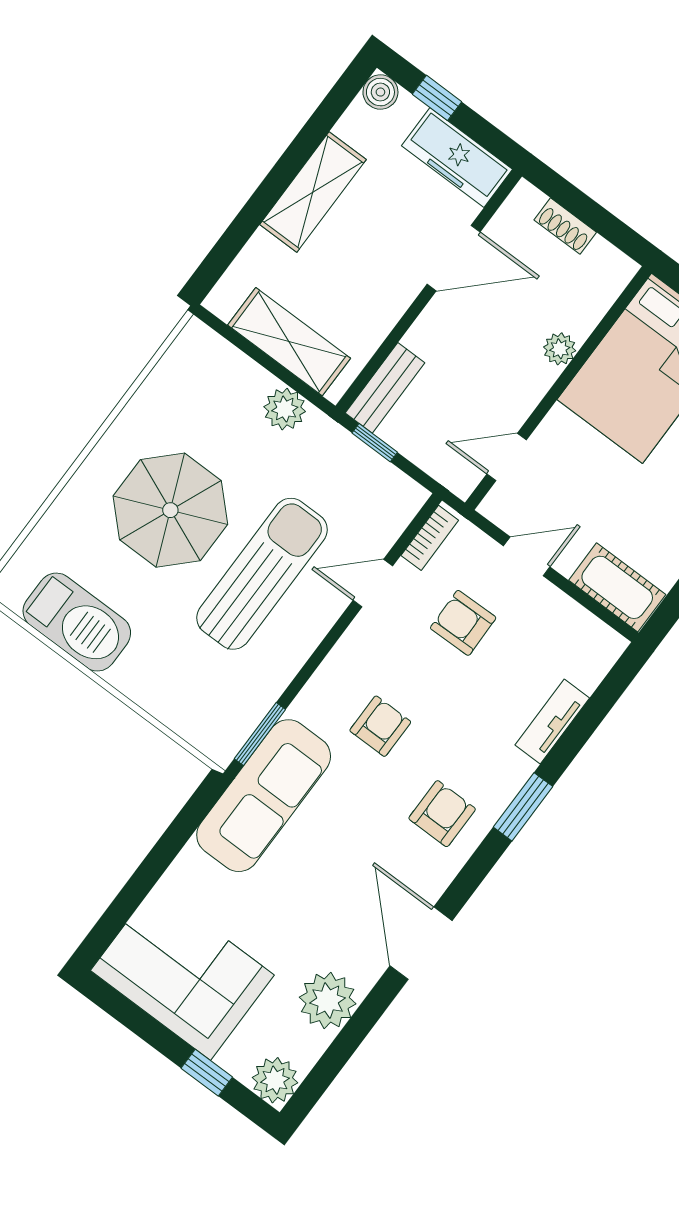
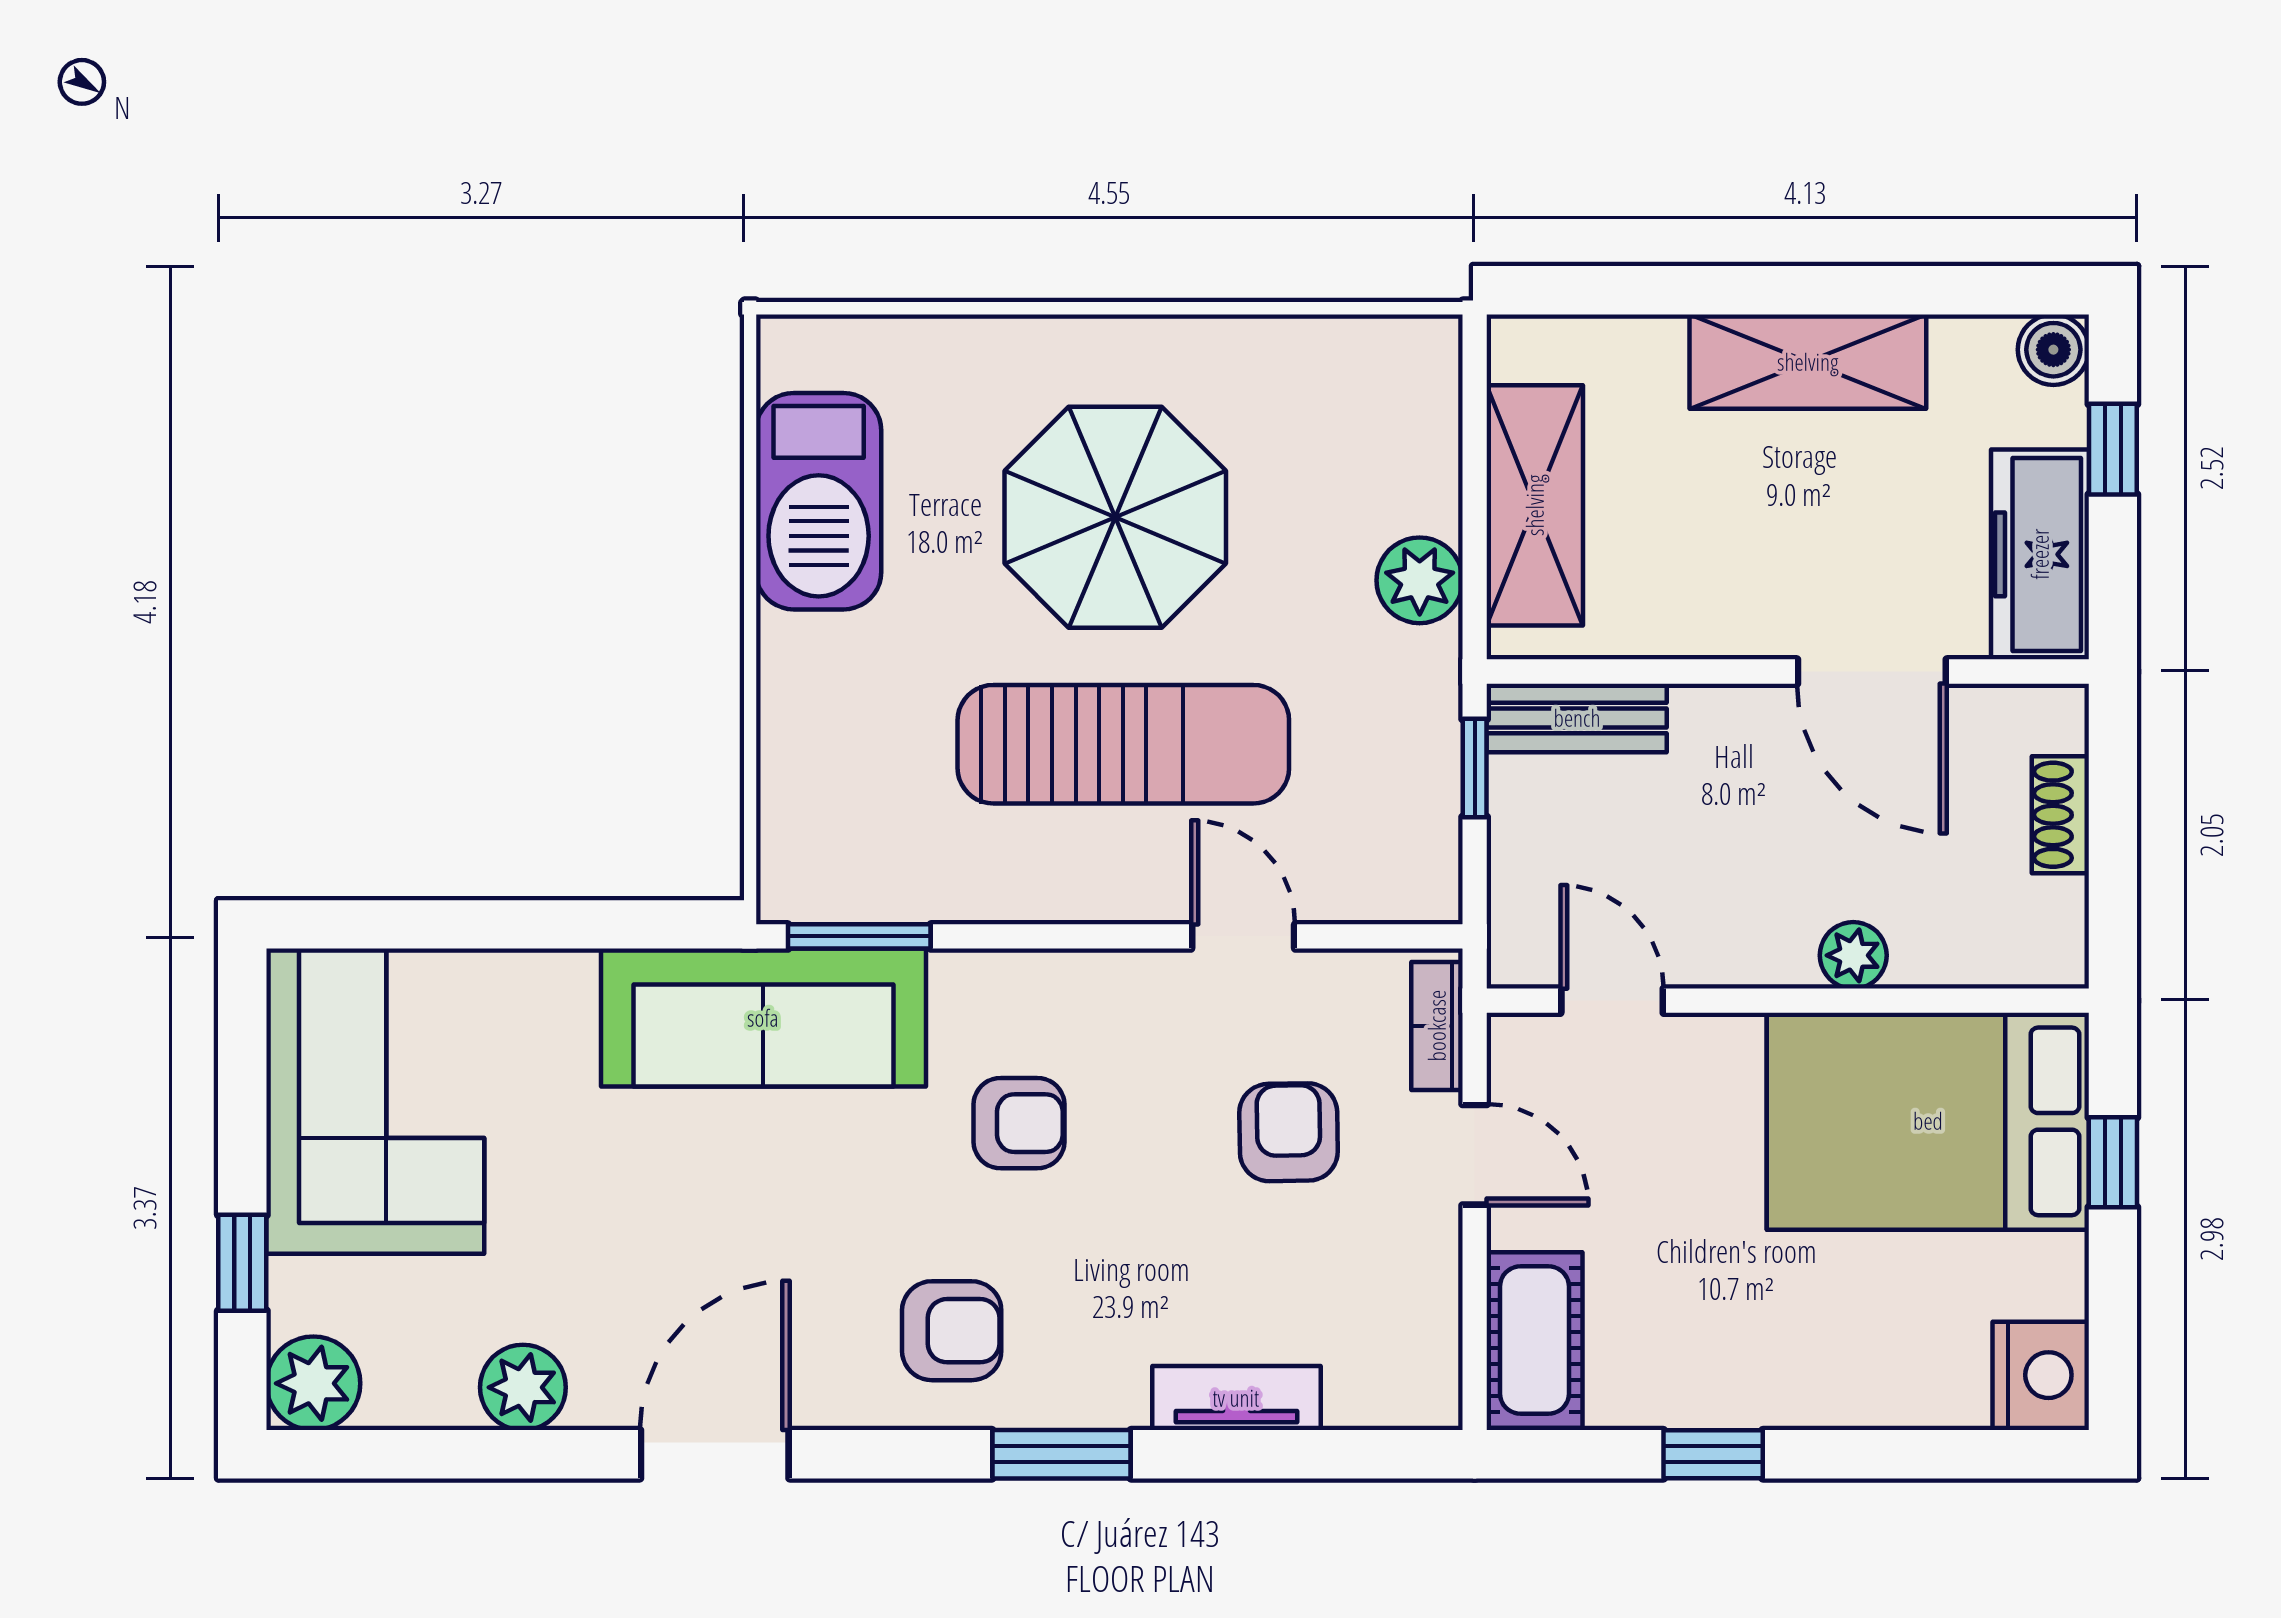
bookcase: (430, 538) -> (1437, 1026), moved, turned 90
plant: (328, 1000) -> (523, 1387), width x0.73, depth x0.73

